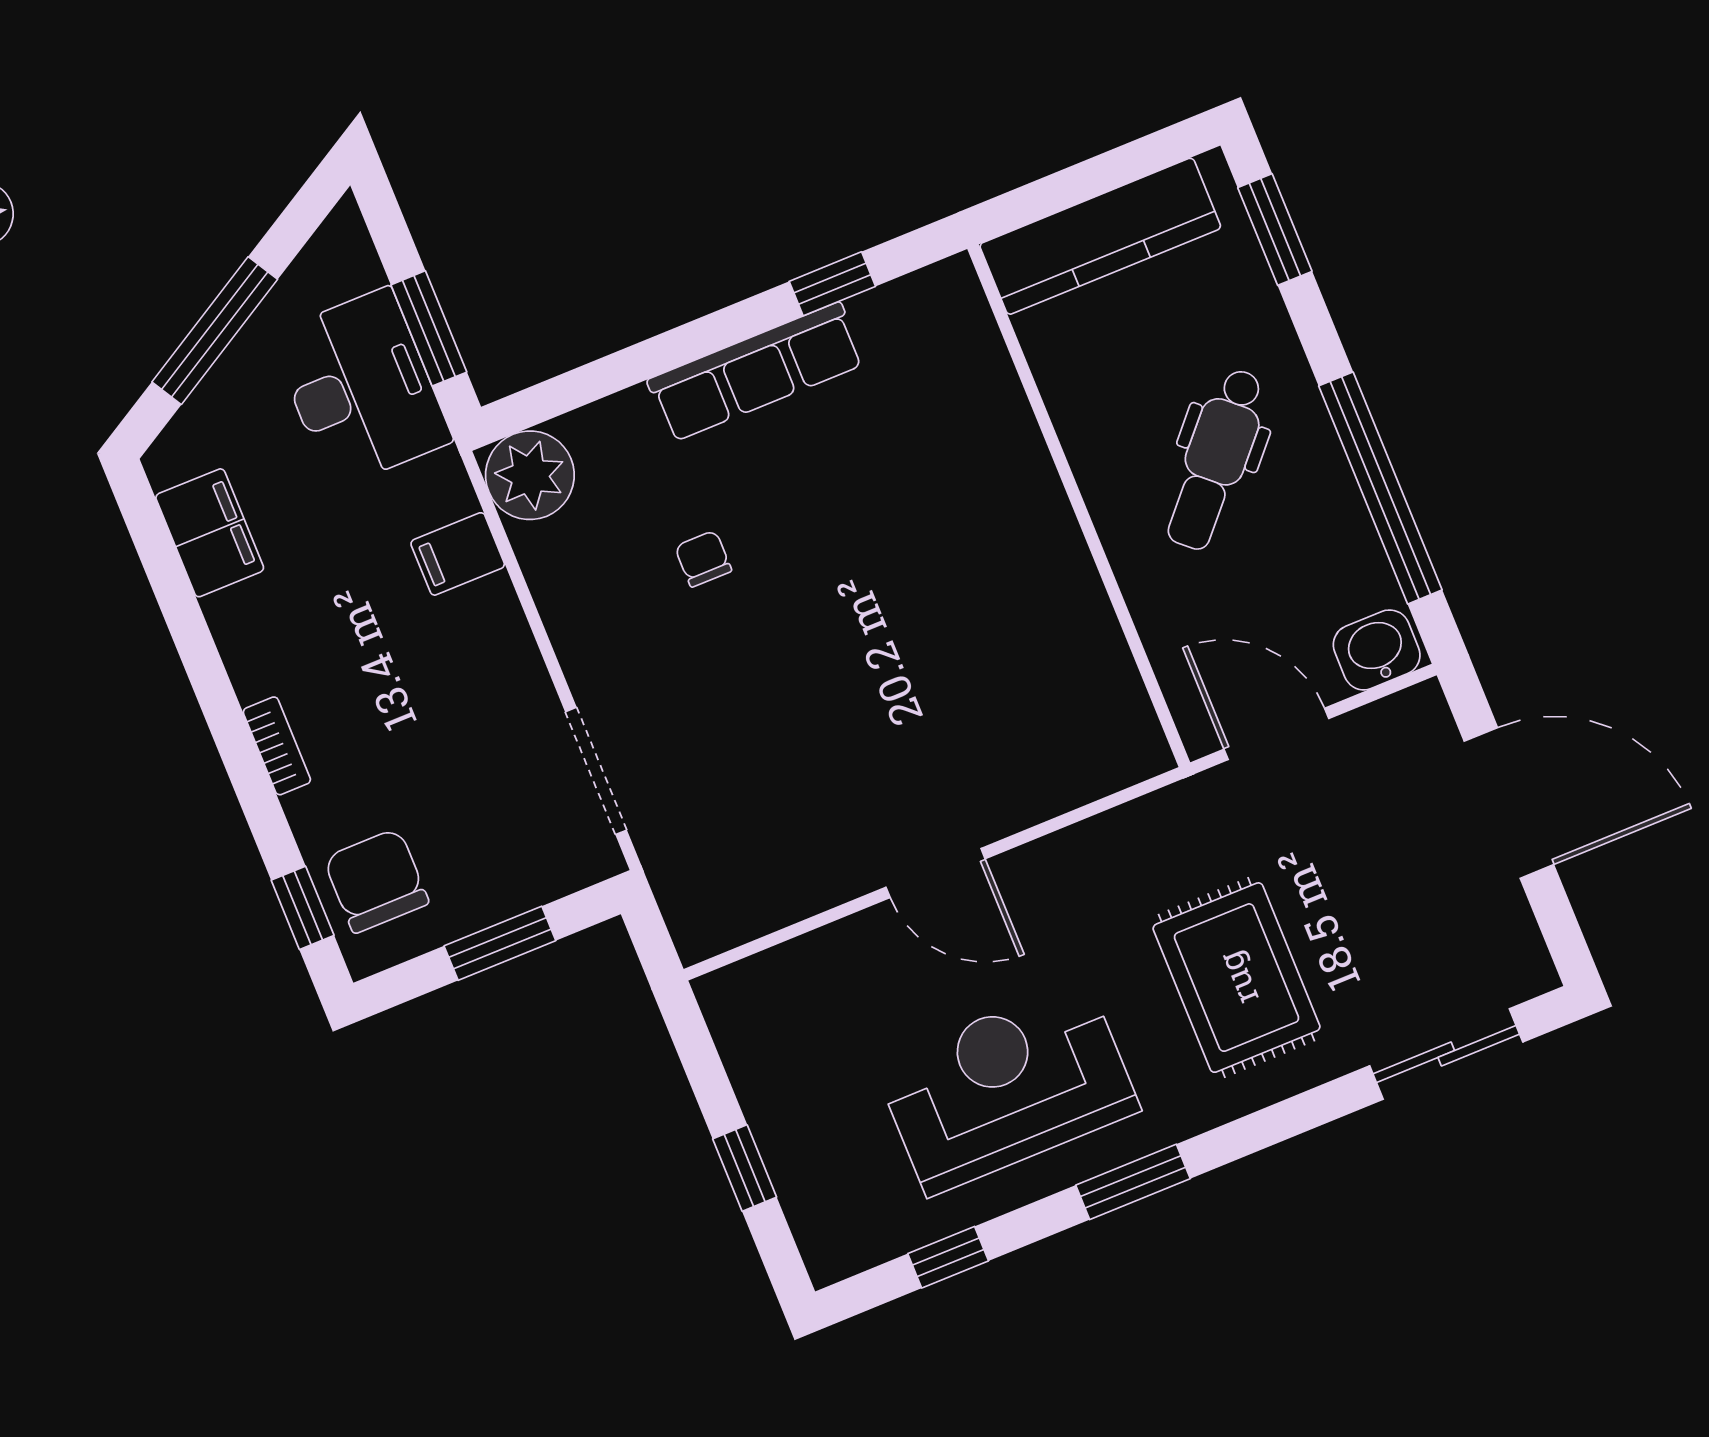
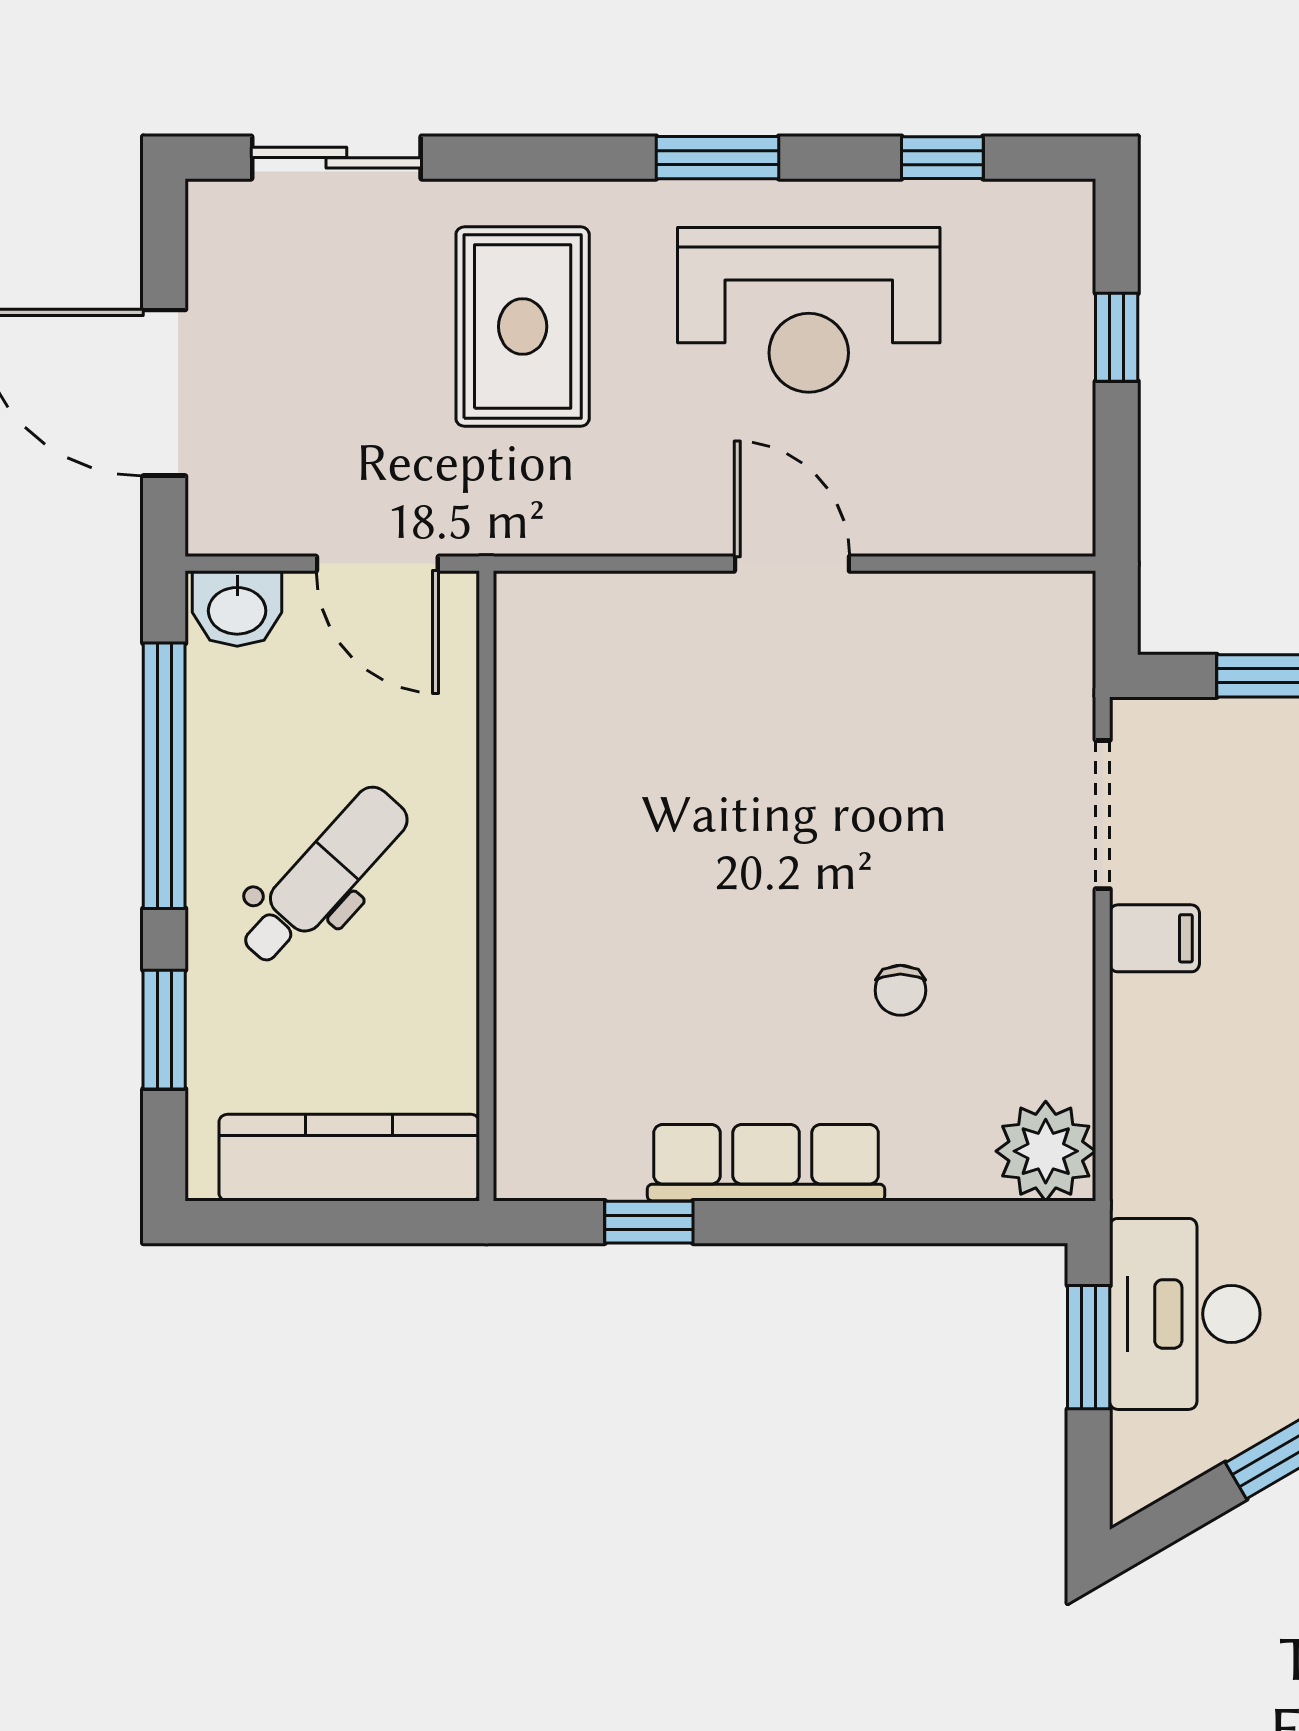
window: (1275, 229) -> (164, 1030), moved
filing cabinet: (458, 554) -> (1154, 938), moved

